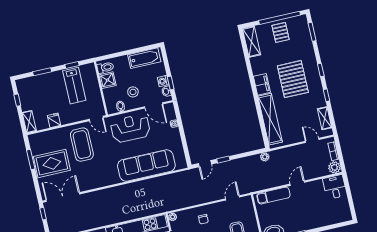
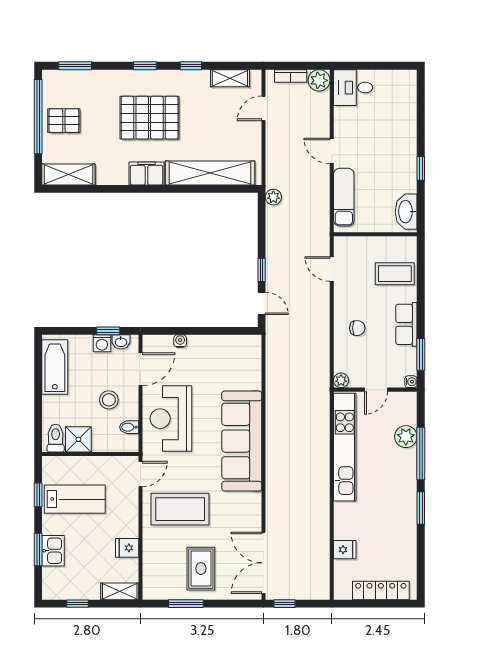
kitchen sink: (43, 80) -> (53, 551), added
rug: (52, 163) -> (201, 569), width x0.73, depth x0.70
sofa: (146, 166) -> (242, 441), moved

